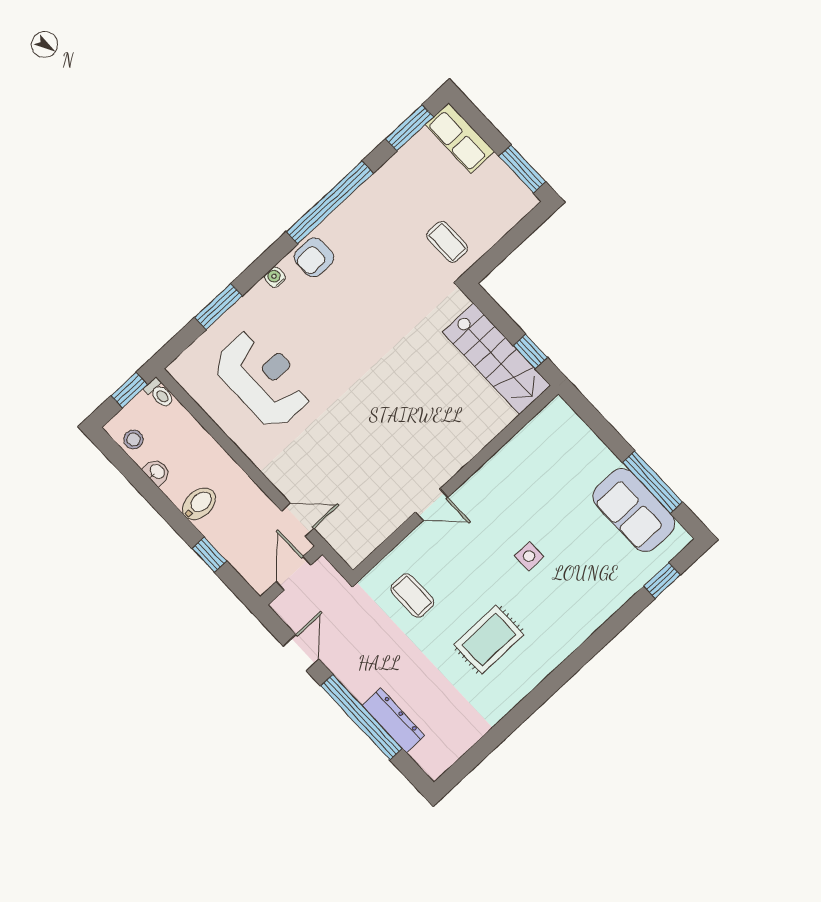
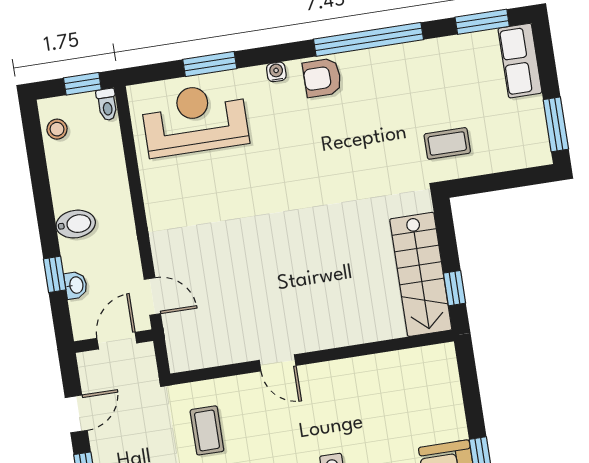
coffee table: (447, 242) -> (447, 143), turned 90
reception desk: (263, 379) -> (195, 119), moved, turned -90
washbasin: (157, 472) -> (76, 285), moved

